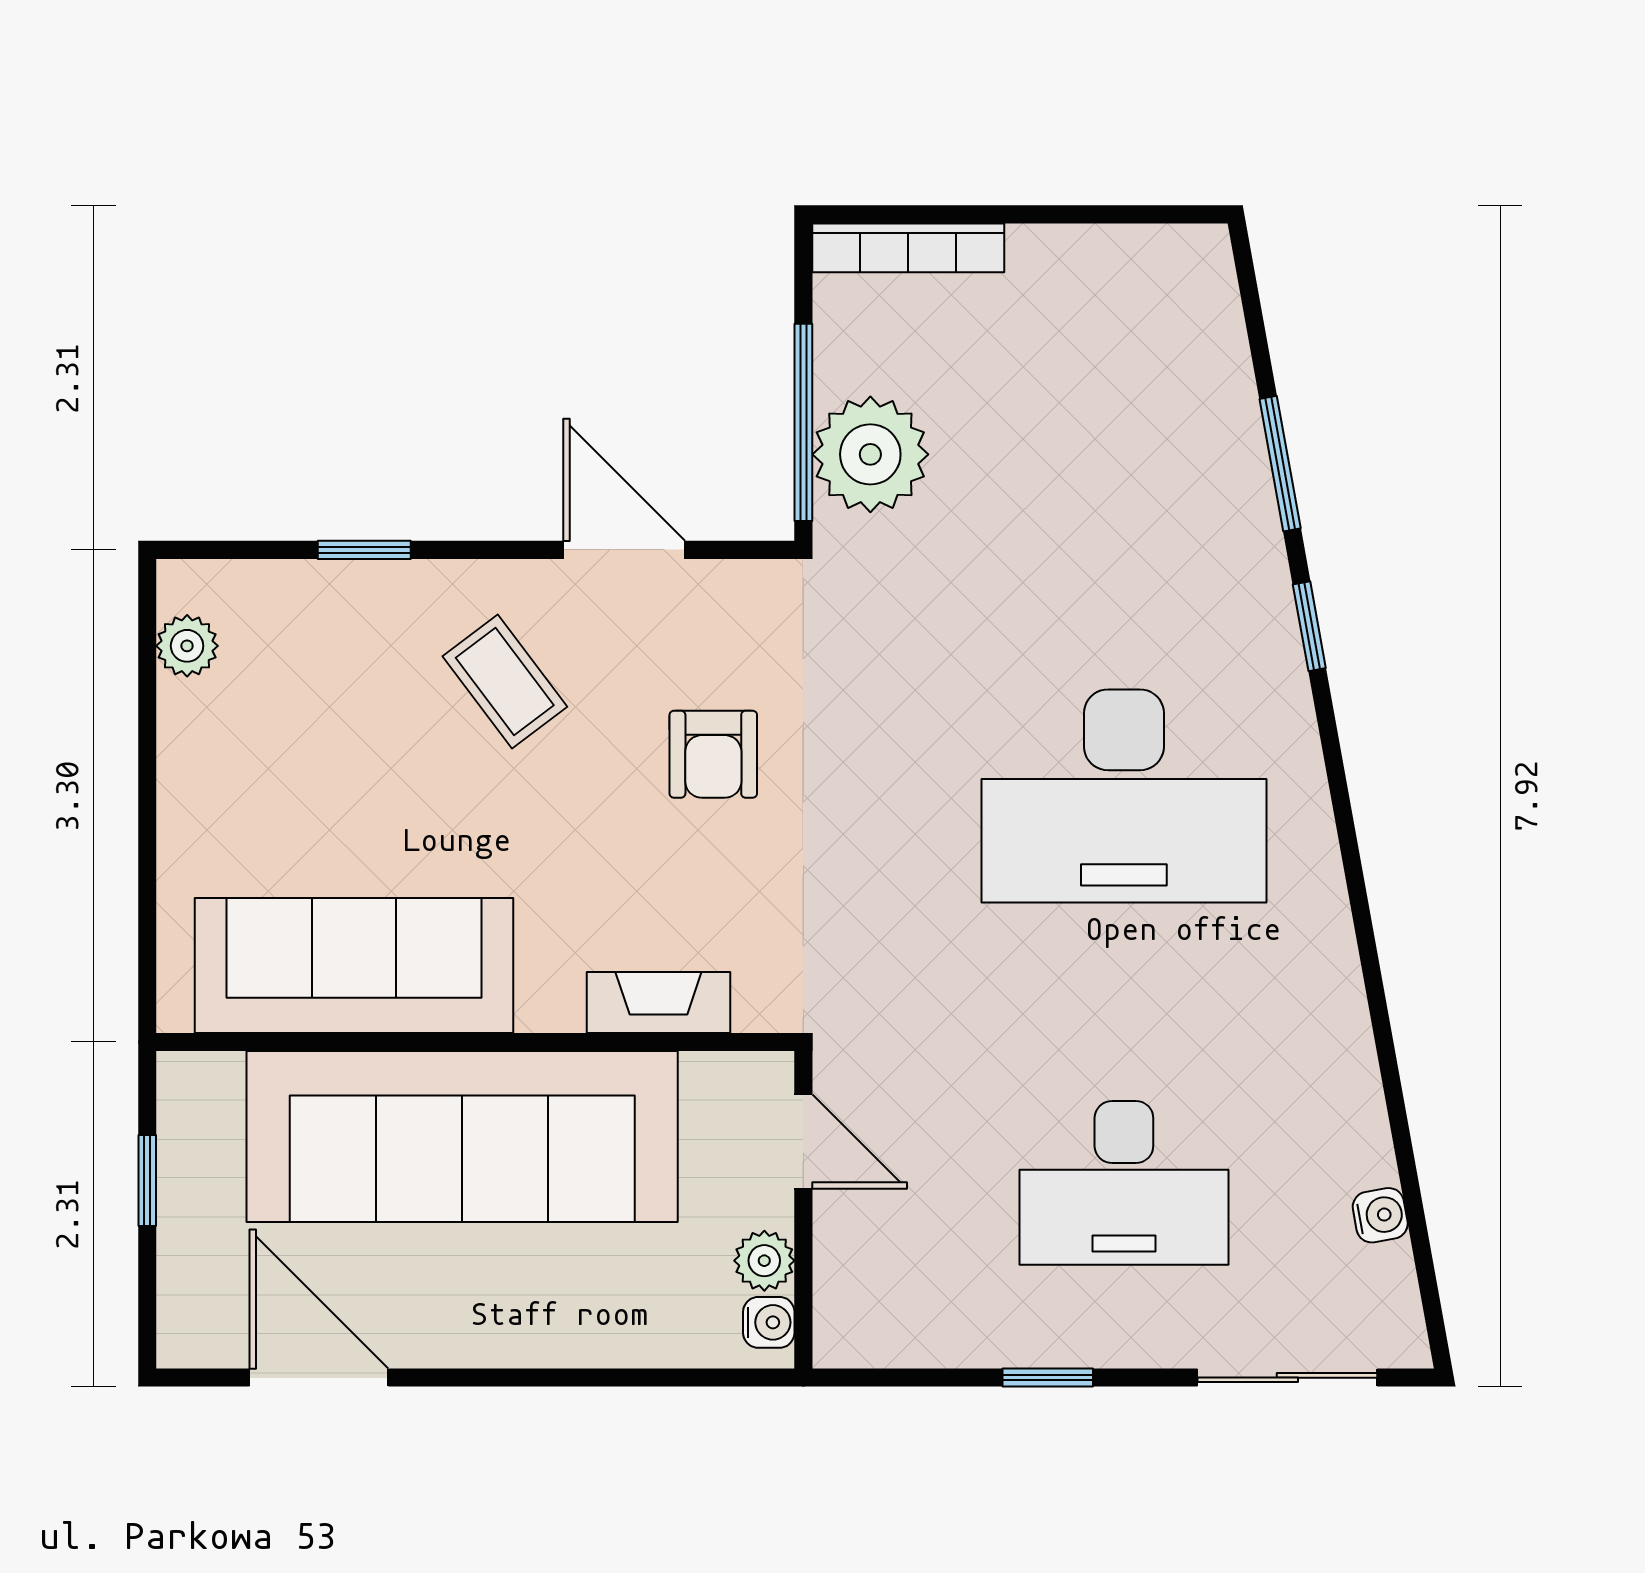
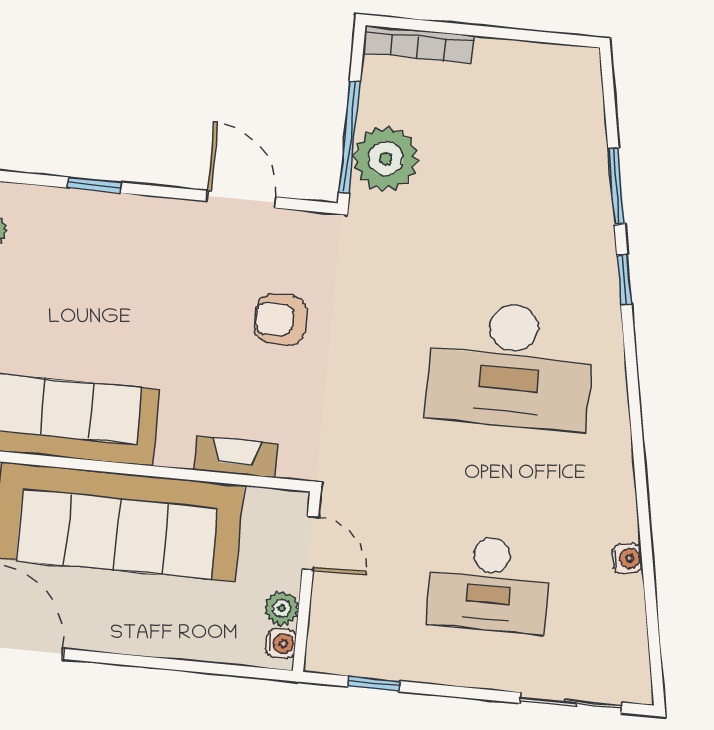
coffee table: (505, 682) -> (167, 267), removed
armchair: (713, 754) -> (281, 319), turned 90
water cooler: (1380, 1215) -> (627, 559), moved
window: (1048, 1378) -> (374, 684), moved

